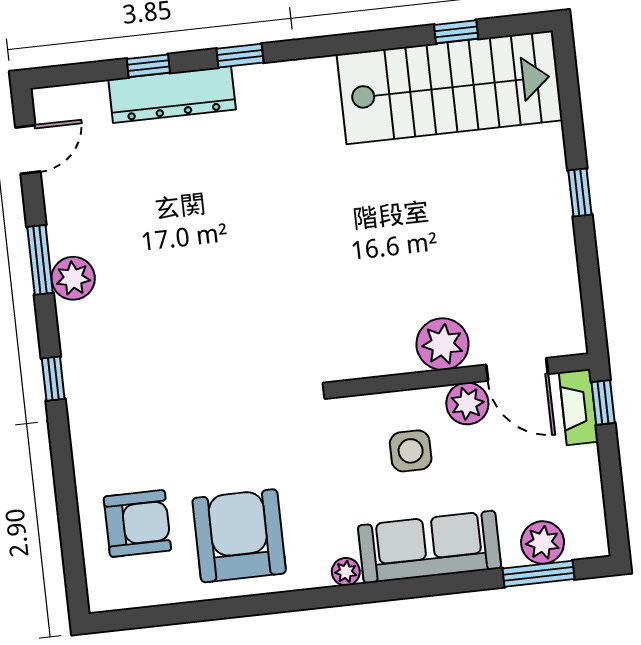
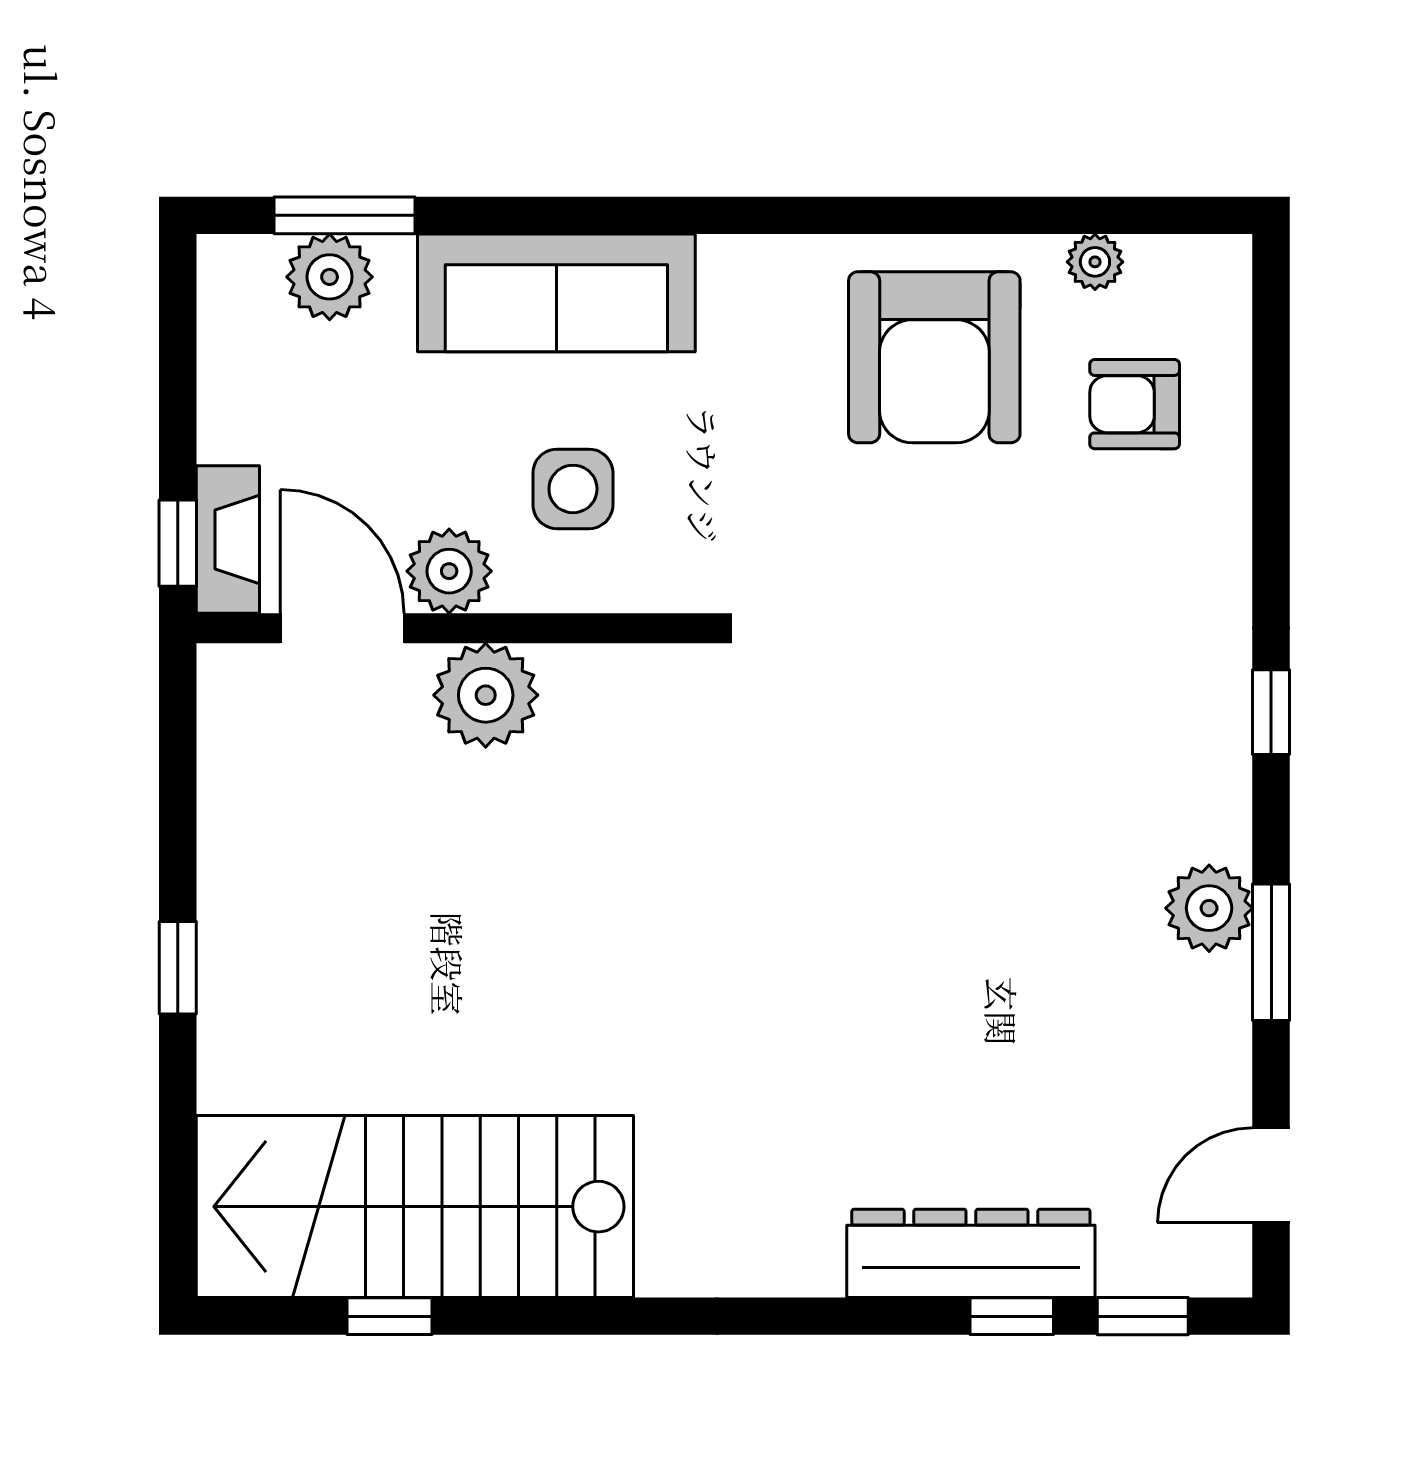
window: (240, 56) -> (1143, 1316), moved
armchair: (137, 523) -> (1135, 404), width x0.72, depth x0.72
plant: (346, 572) -> (1095, 262), moved

